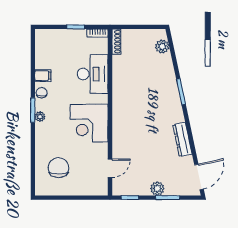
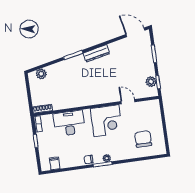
filing cabinet: (43, 76) -> (55, 163), moved
dresser: (182, 139) -> (96, 53), moved
chair: (58, 168) -> (143, 139), turned 90
door: (110, 168) -> (128, 102), moved
plant: (157, 189) -> (151, 82), moved

